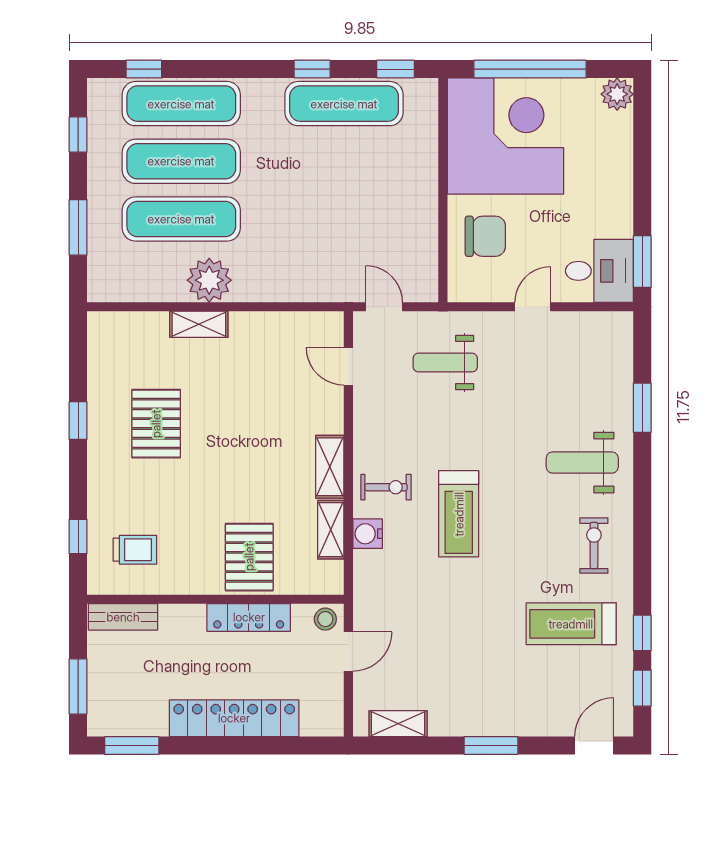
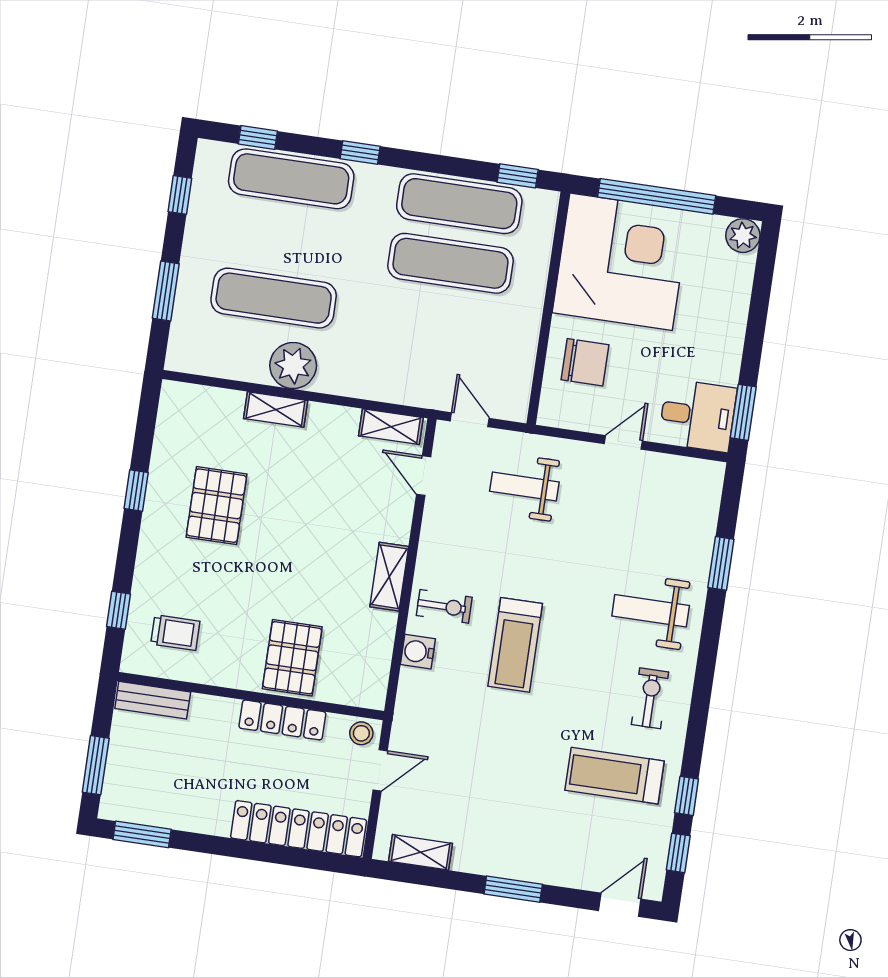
window: (312, 69) -> (360, 153), moved
exercise mat: (181, 161) -> (451, 263), moved
shelving: (331, 530) -> (391, 427), moved, turned 90
locker: (234, 718) -> (299, 829), moved

